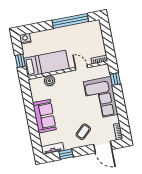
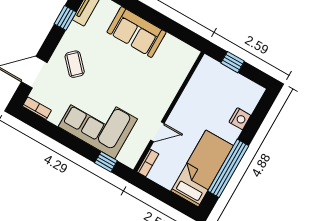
nightstand: (25, 39) -> (240, 119), moved
bed: (46, 63) -> (202, 168), moved, turned 180
plant: (49, 81) -> (176, 77), removed

